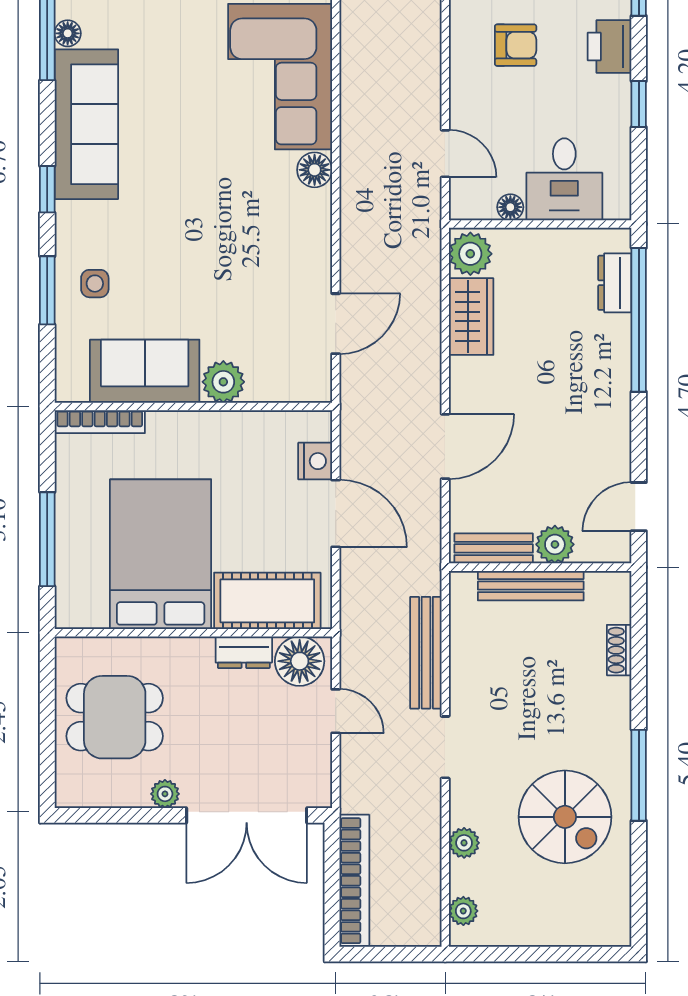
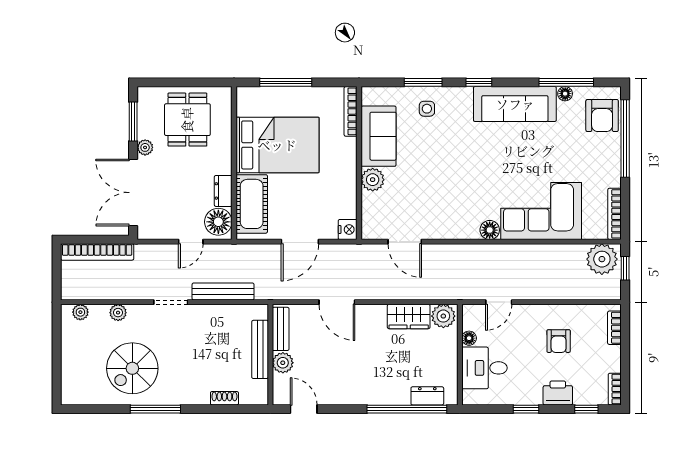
nightstand: (315, 461) -> (348, 230), moved, turned -90
window: (118, 815) -> (133, 122), added

